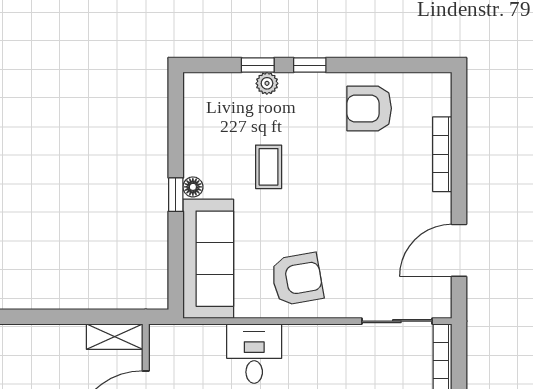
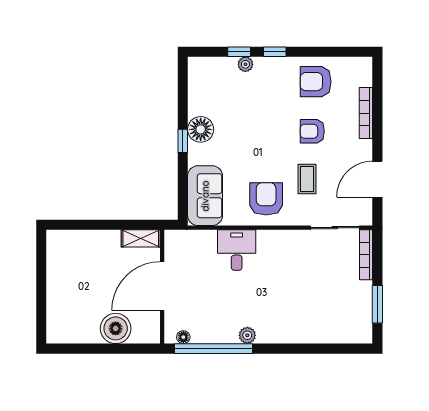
coffee table: (269, 167) -> (307, 179), moved
armchair: (364, 181) -> (312, 131), added
floor lamp: (193, 187) -> (201, 129), width x1.89, depth x1.89
sofa: (208, 259) -> (205, 196), width x0.73
armchair: (297, 279) -> (266, 199), turned -80

